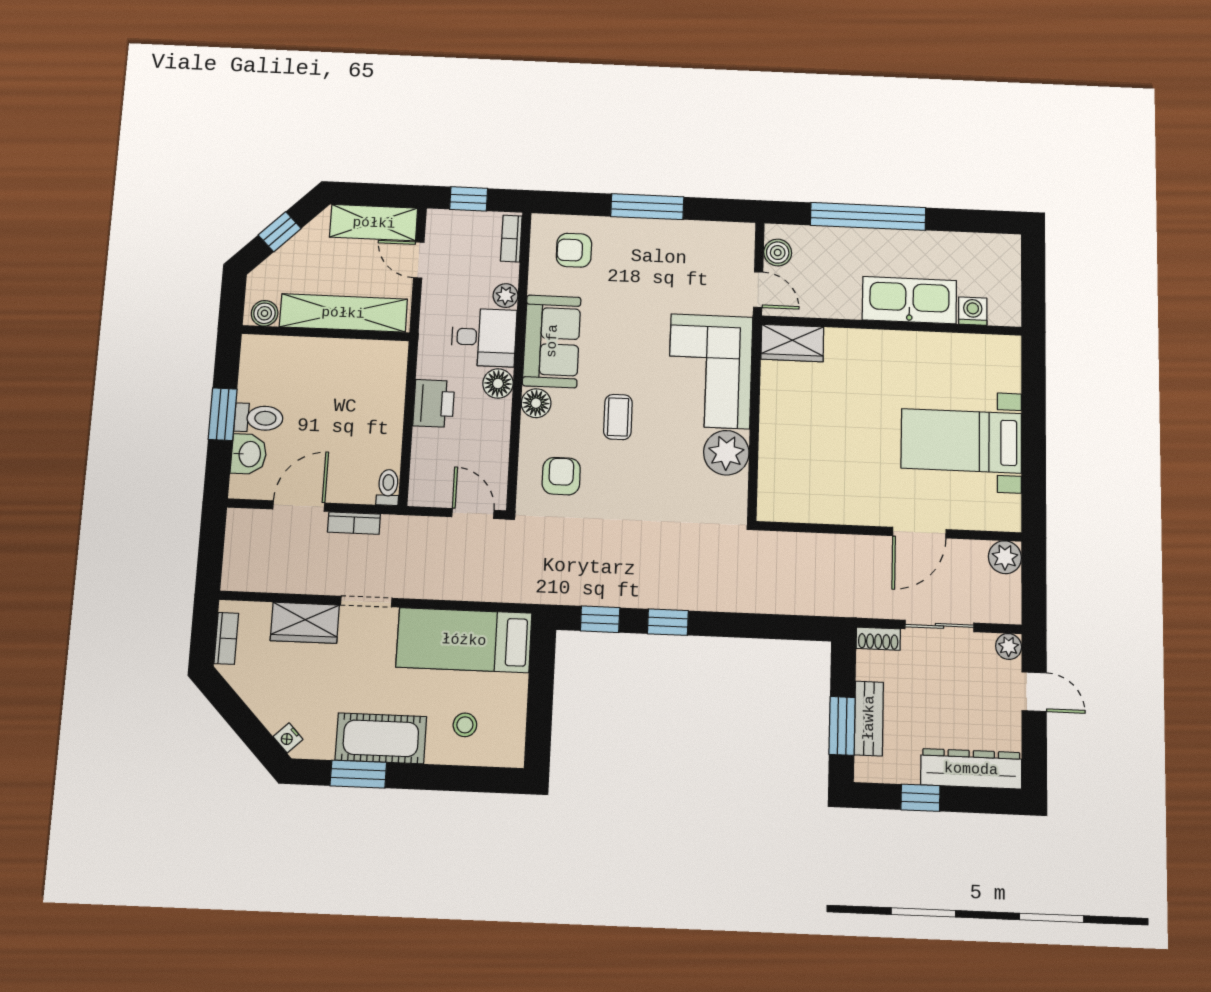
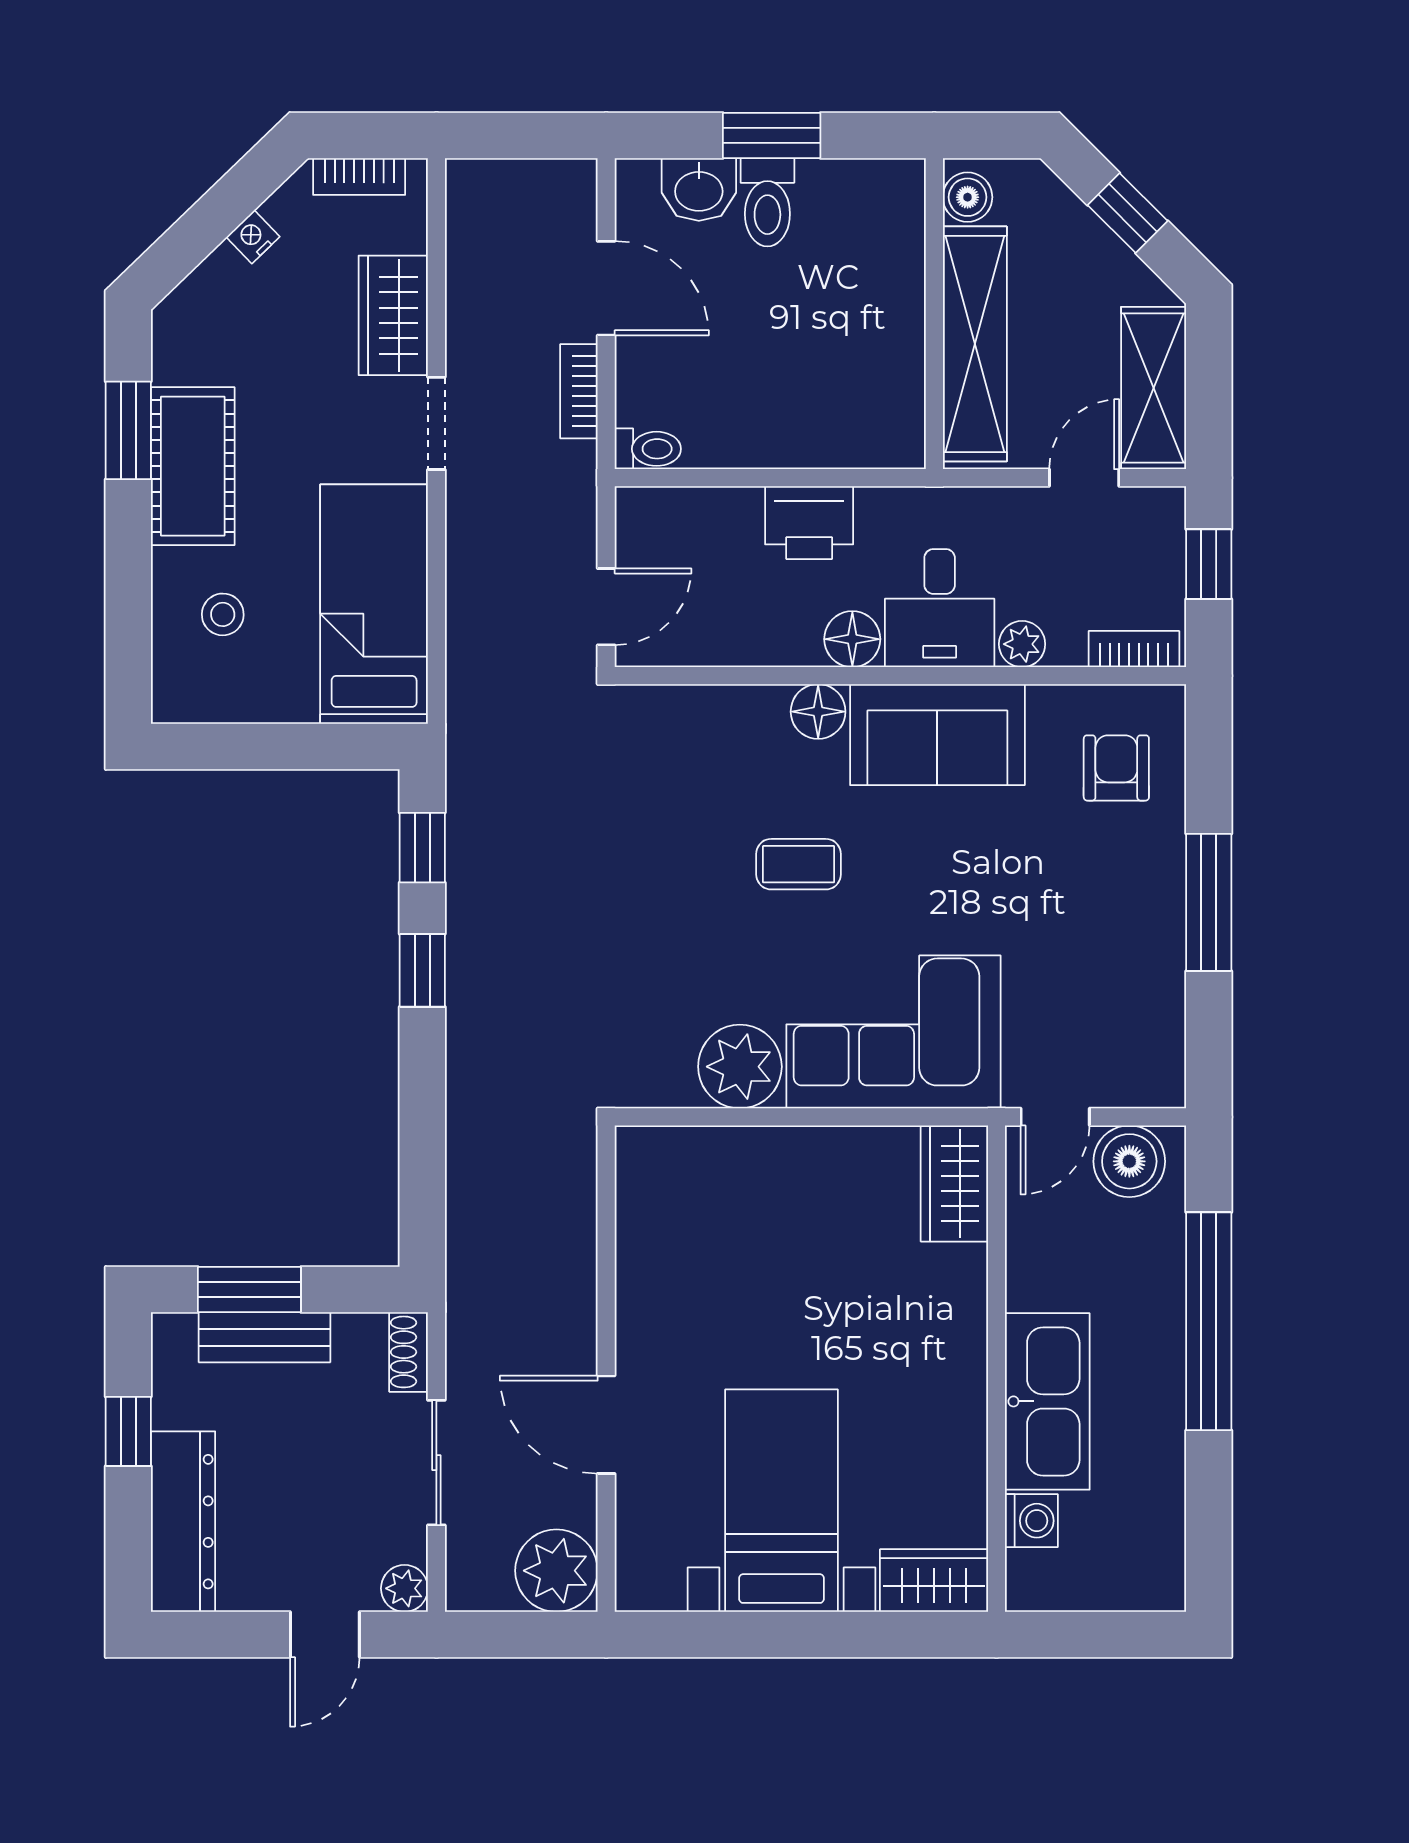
boiler: (778, 253) -> (1129, 1161), width x1.36, depth x1.36
wardrobe: (1005, 363) -> (934, 1581), added
armchair: (561, 476) -> (683, 765), removed
plant: (1005, 557) -> (556, 1571), width x1.36, depth x1.36
nightstand: (288, 738) -> (253, 237), moved

